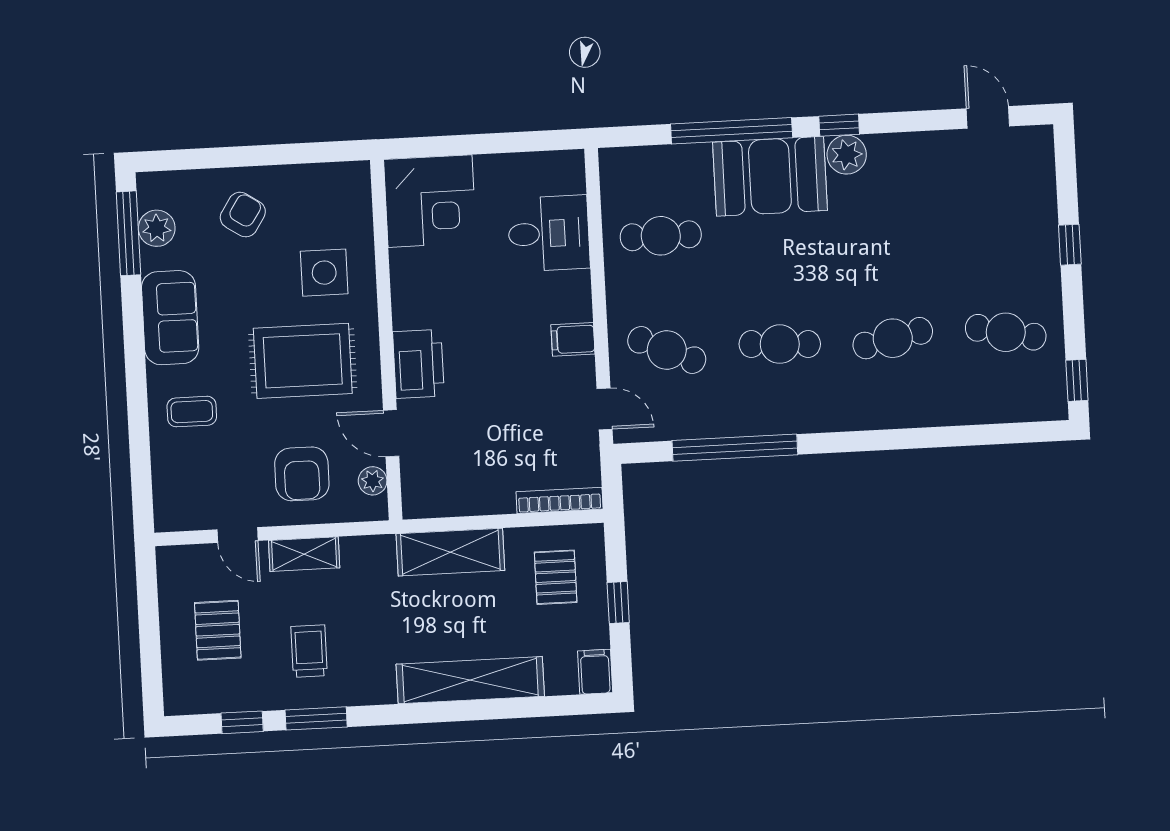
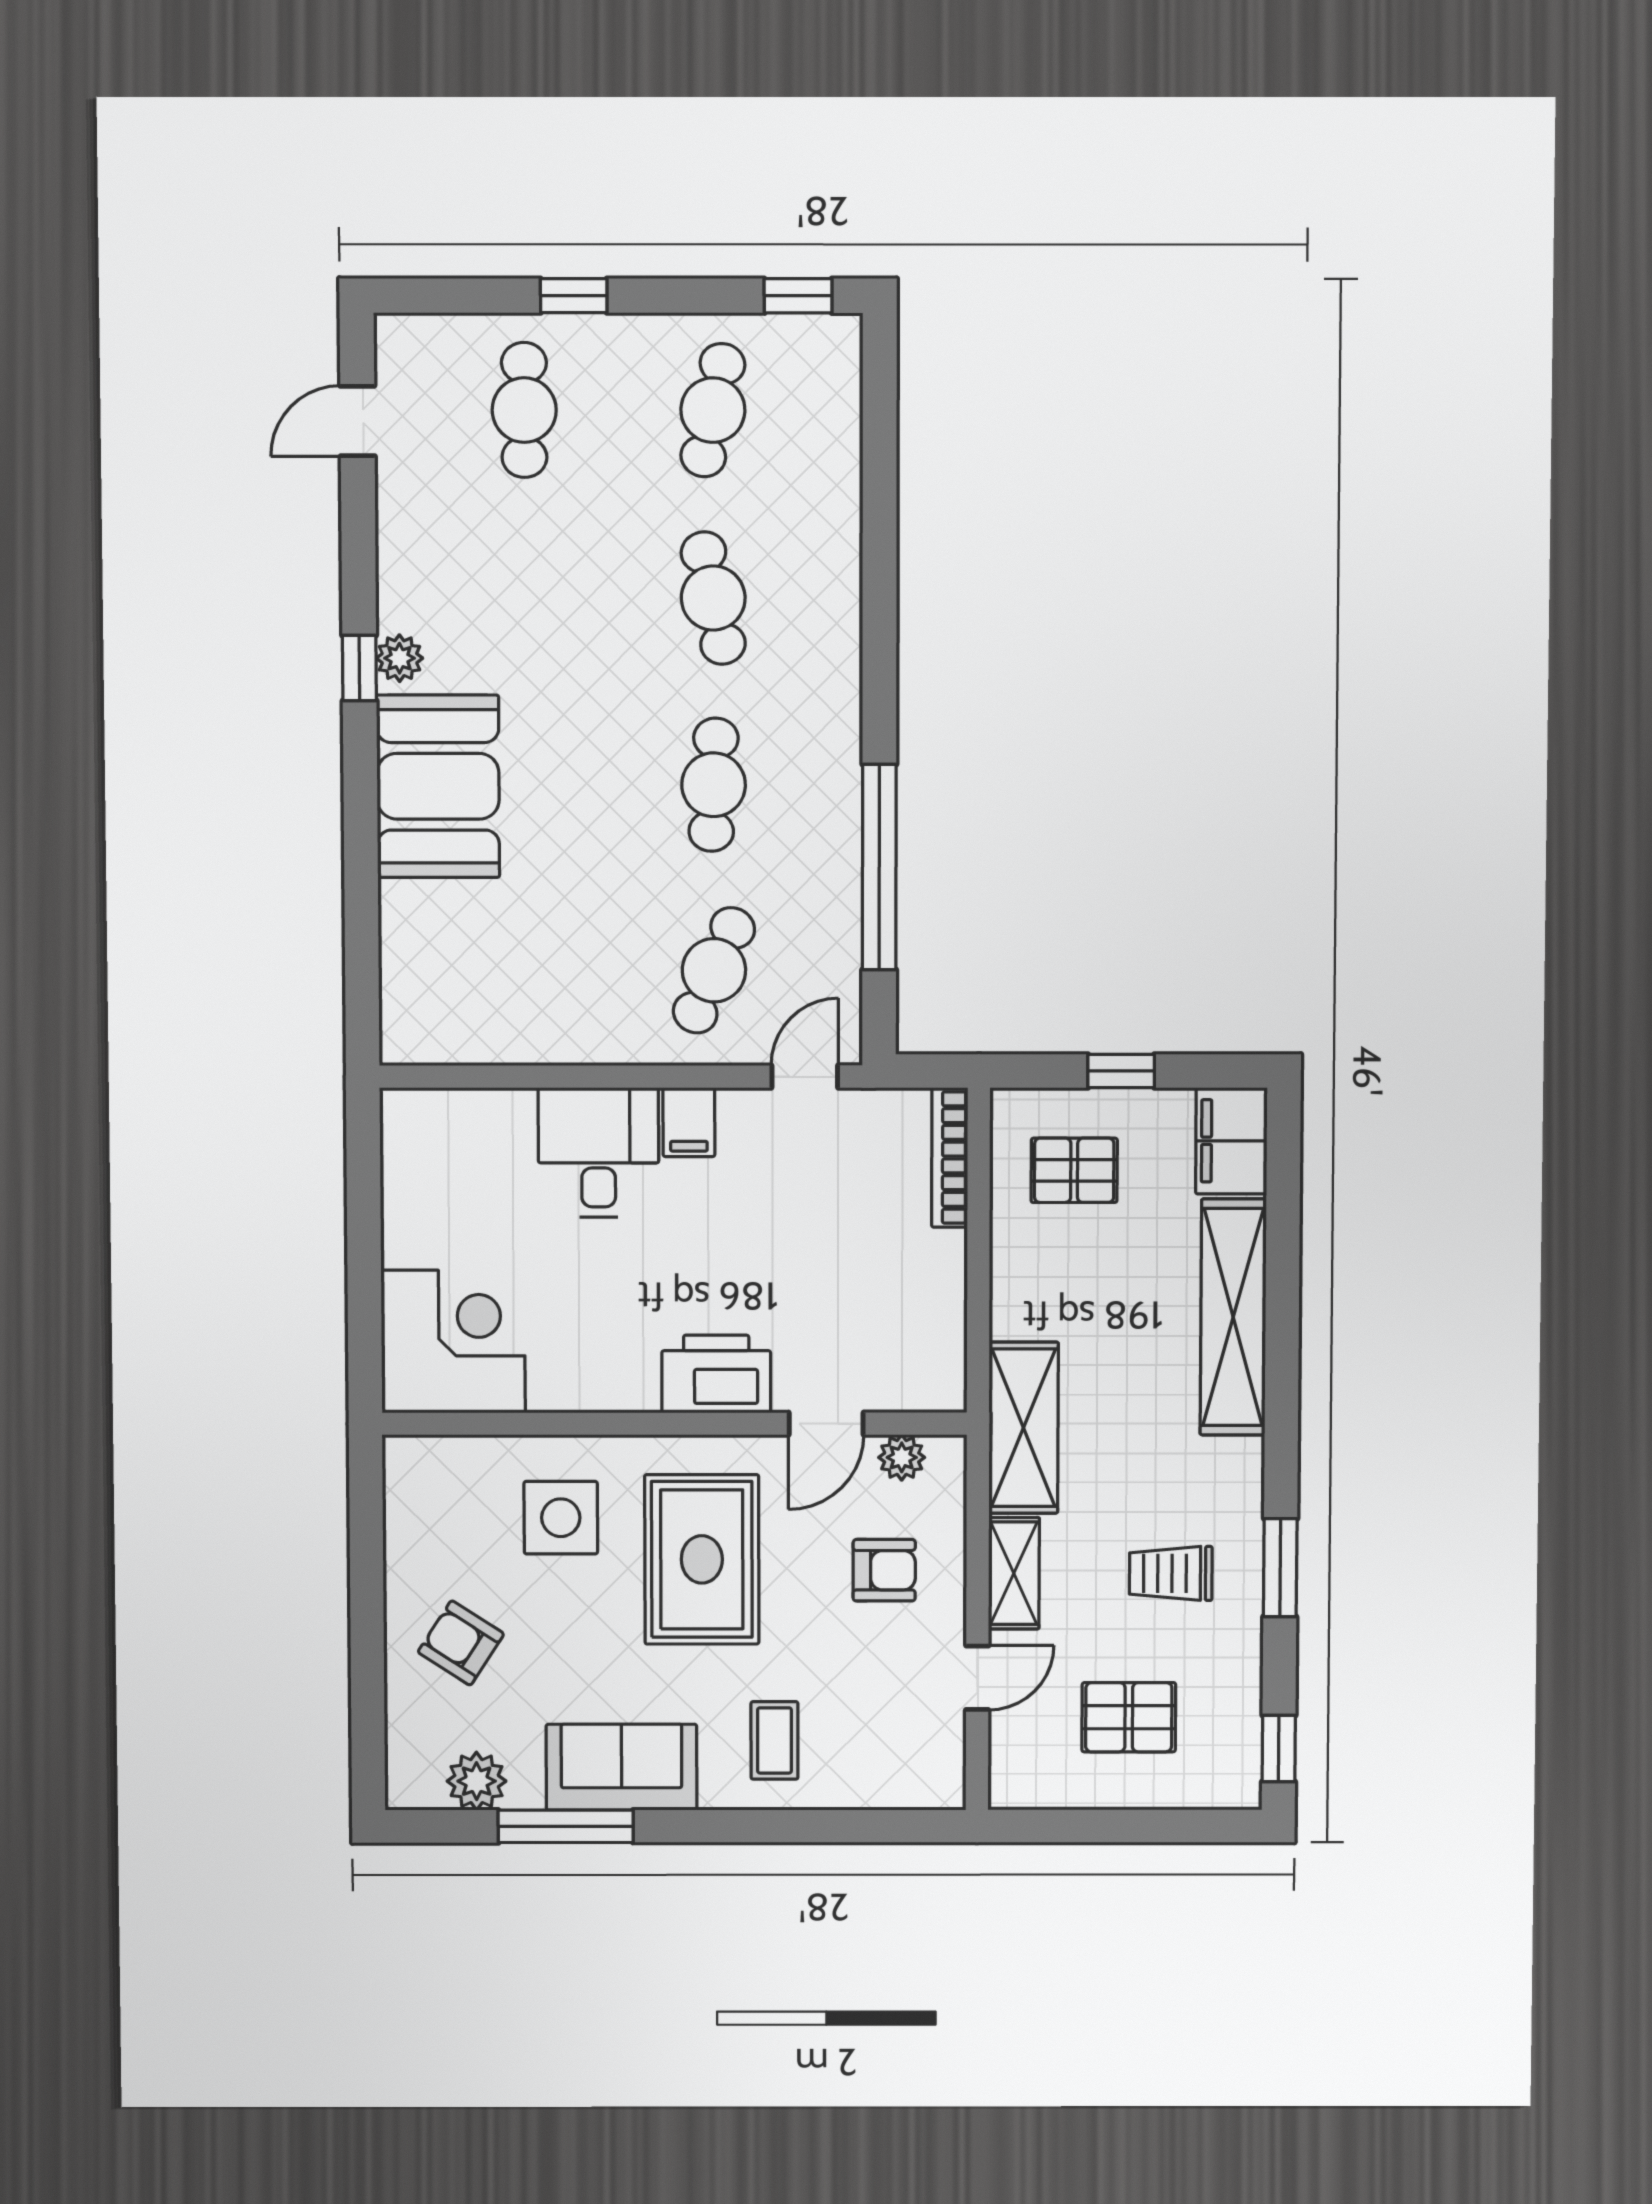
window: (732, 131) -> (361, 845), removed
plant: (847, 155) -> (399, 658), width x0.73, depth x0.73
window: (128, 233) -> (566, 1826), moved
desk: (549, 233) -> (598, 1152), moved
cafe table: (661, 236) -> (524, 410), moved
armchair: (302, 474) -> (884, 1570), width x0.72, depth x0.72
shelving: (450, 552) -> (1023, 1428), moved
filing cabinet: (595, 672) -> (1231, 1141), width x2.00
window: (242, 722) -> (1279, 1748), moved

